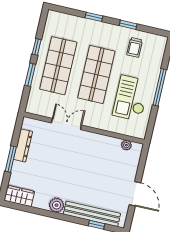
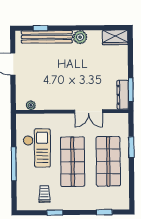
window: (94, 17) -> (104, 212), moved
window: (37, 47) -> (131, 173), removed
dresser: (23, 145) -> (123, 95), moved
window: (11, 159) -> (131, 90), moved

